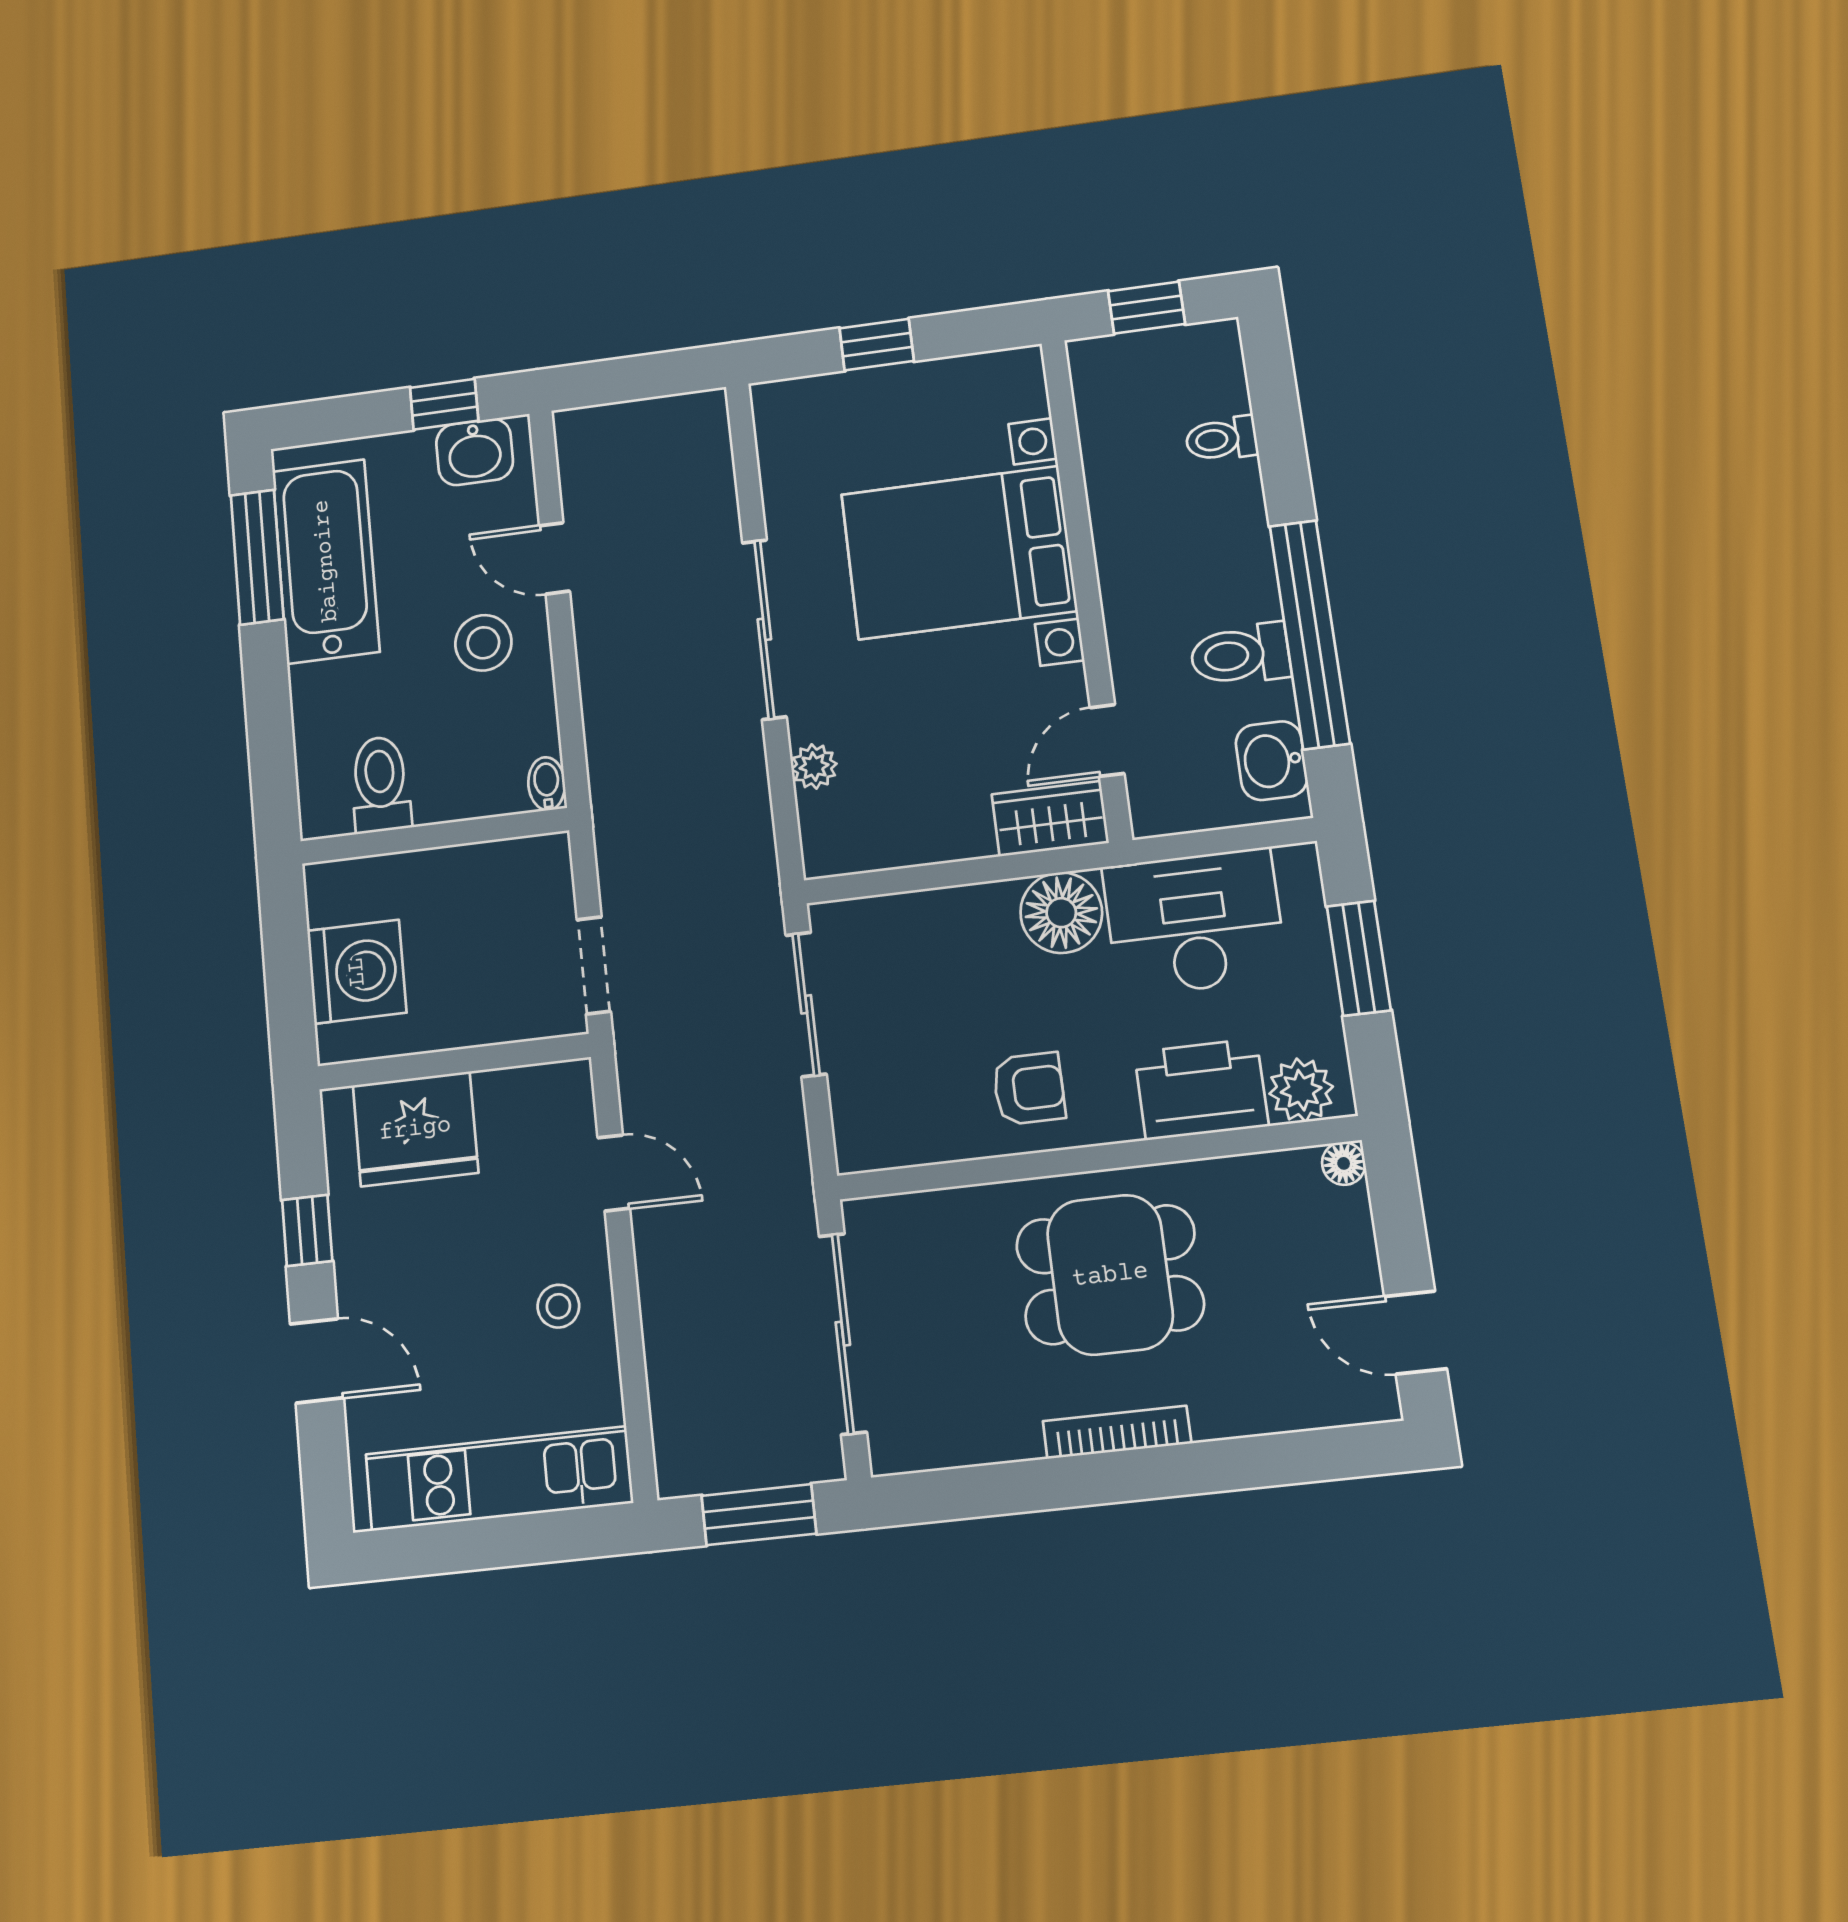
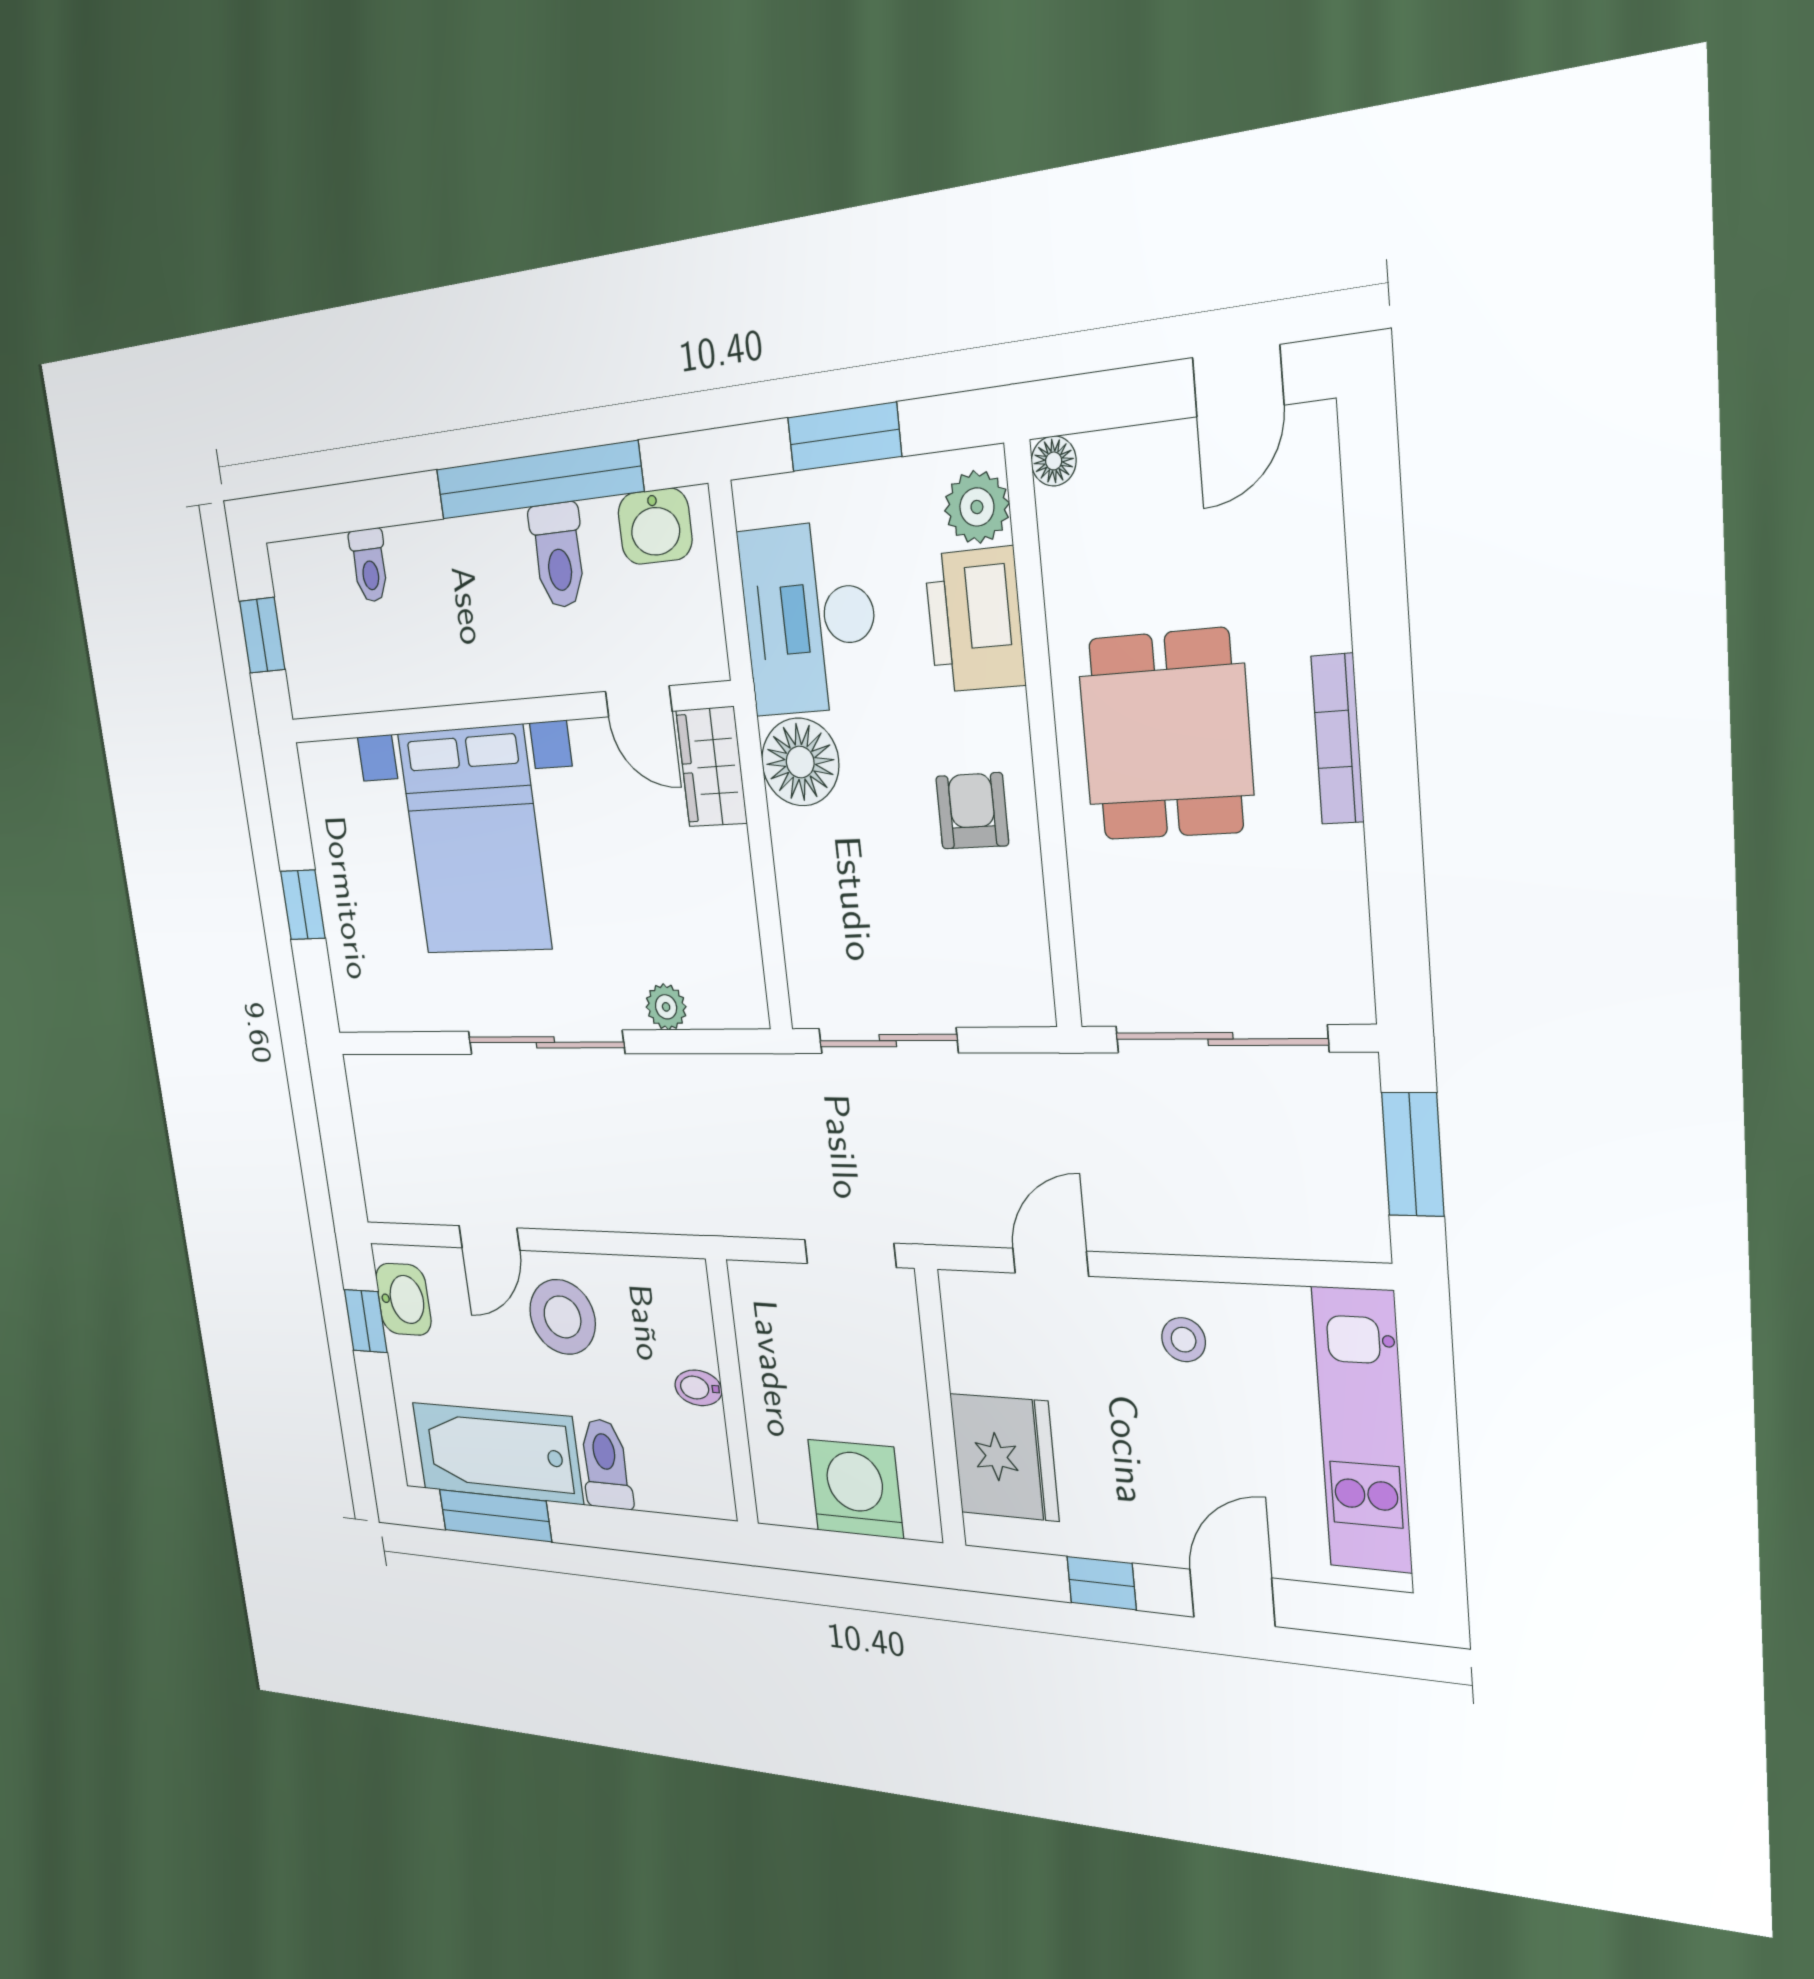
stool: (483, 643) -> (562, 1317), width x1.38, depth x1.38
toilet: (380, 784) -> (605, 1464), moved, turned 90
bidet: (547, 784) -> (698, 1388), moved

